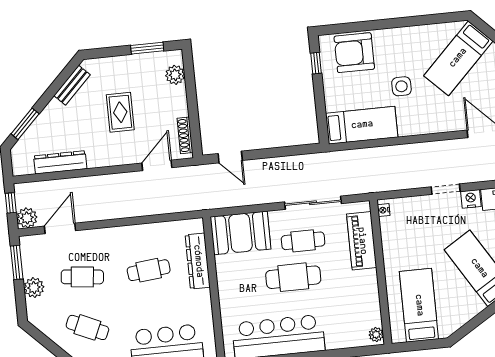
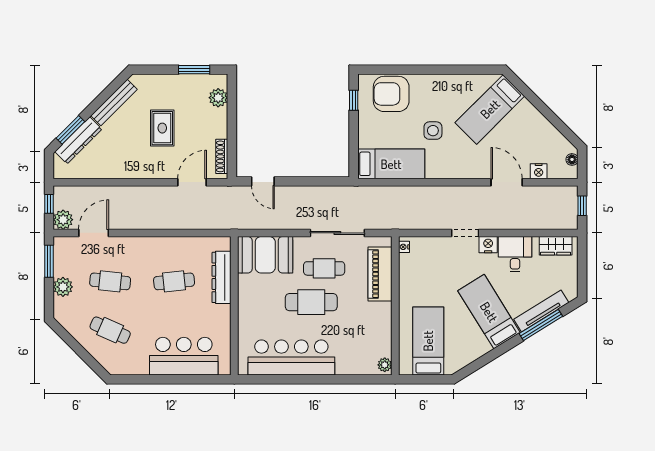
bench: (72, 85) -> (114, 102), width x1.36
dresser: (60, 162) -> (78, 140), moved, turned 135

